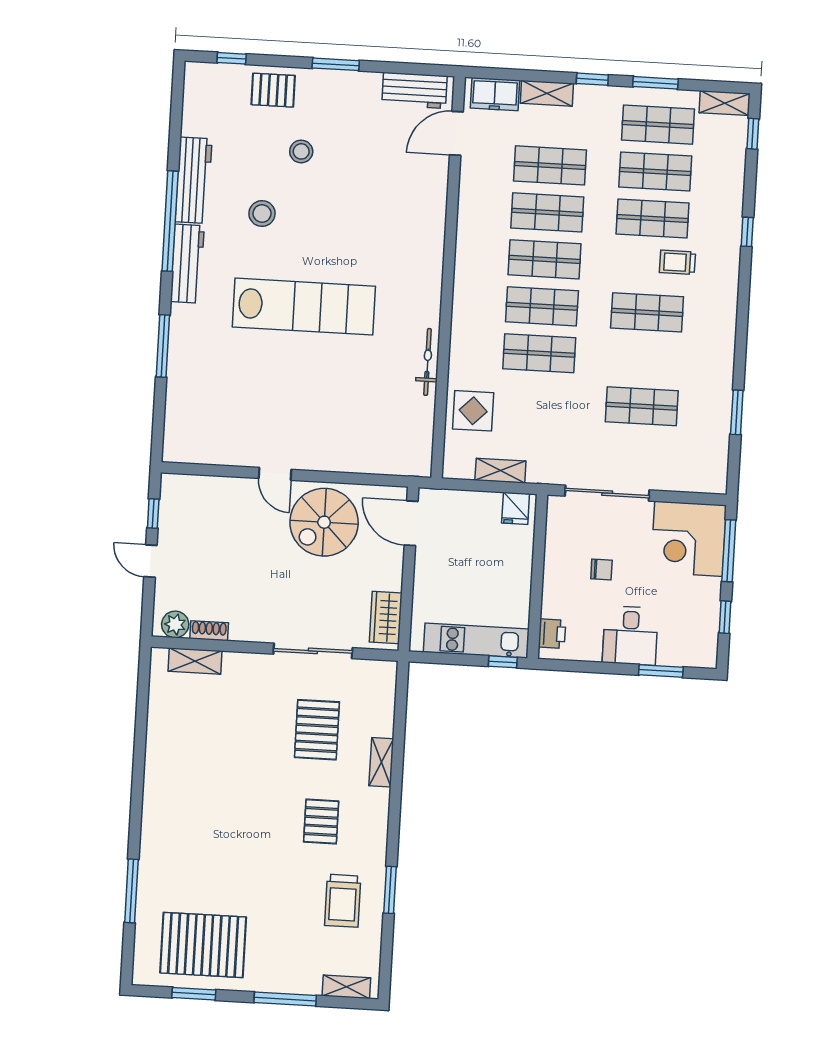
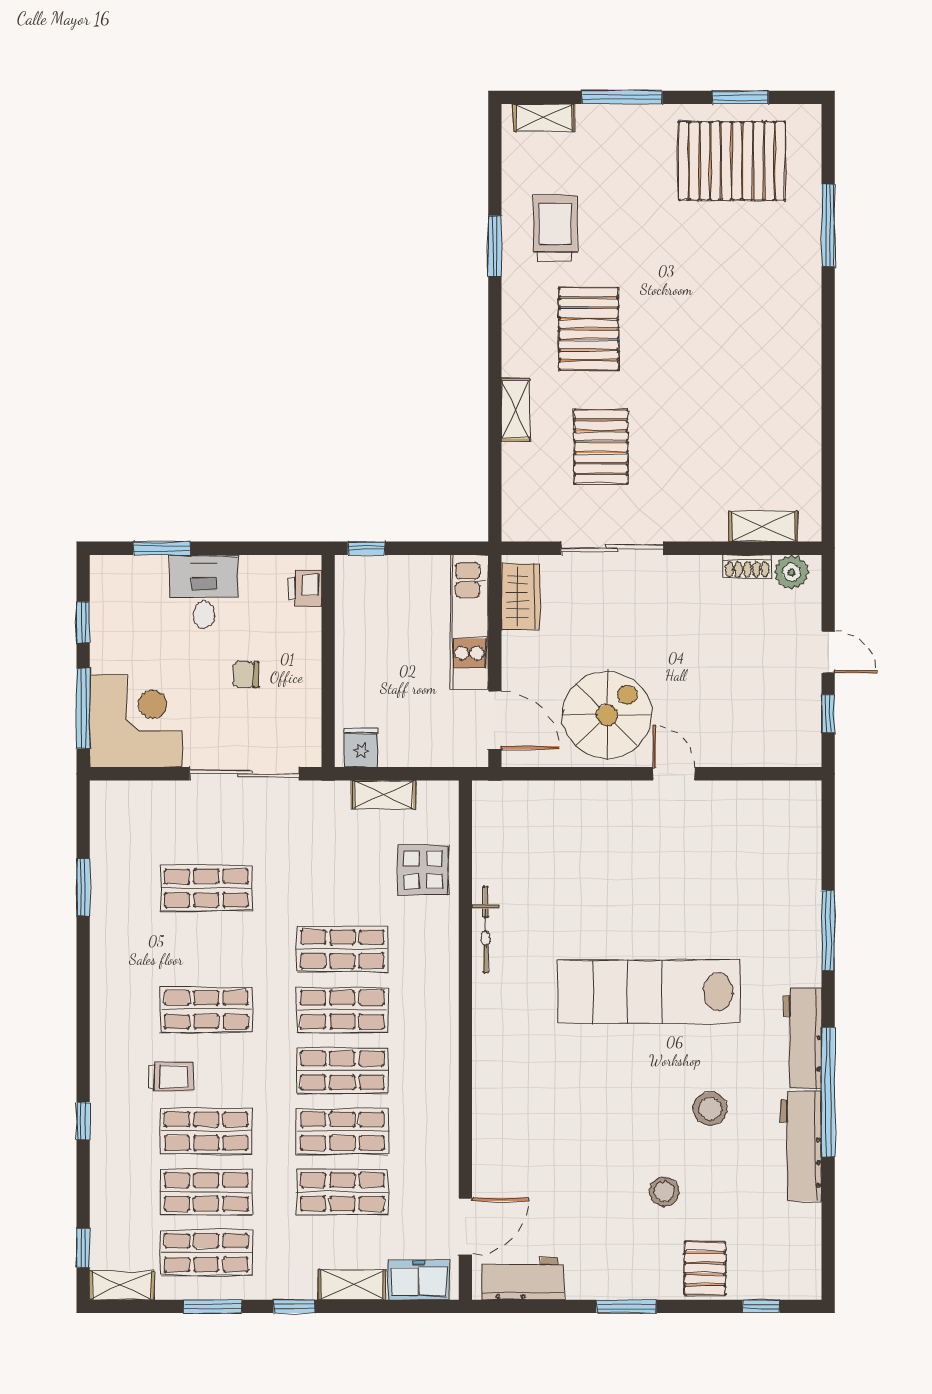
pallet: (273, 90) -> (705, 1269), turned 90
kitchen unit: (476, 641) -> (469, 622), moved, turned 90
pallet: (321, 822) -> (589, 329), width x1.50, depth x1.42

